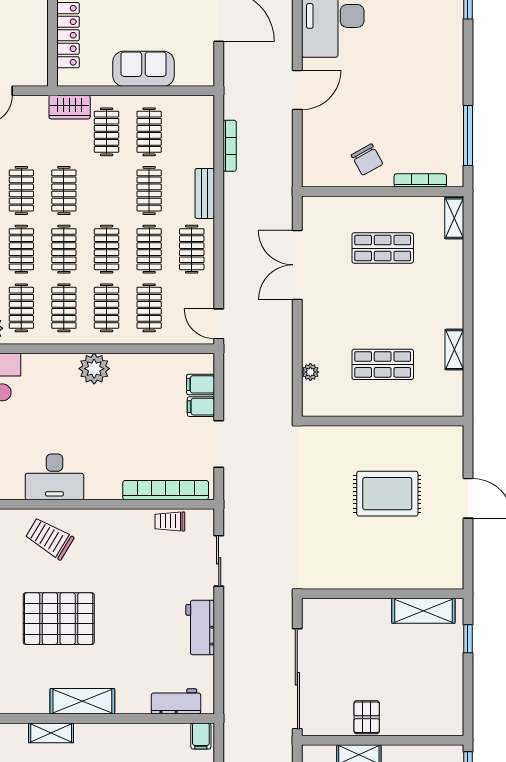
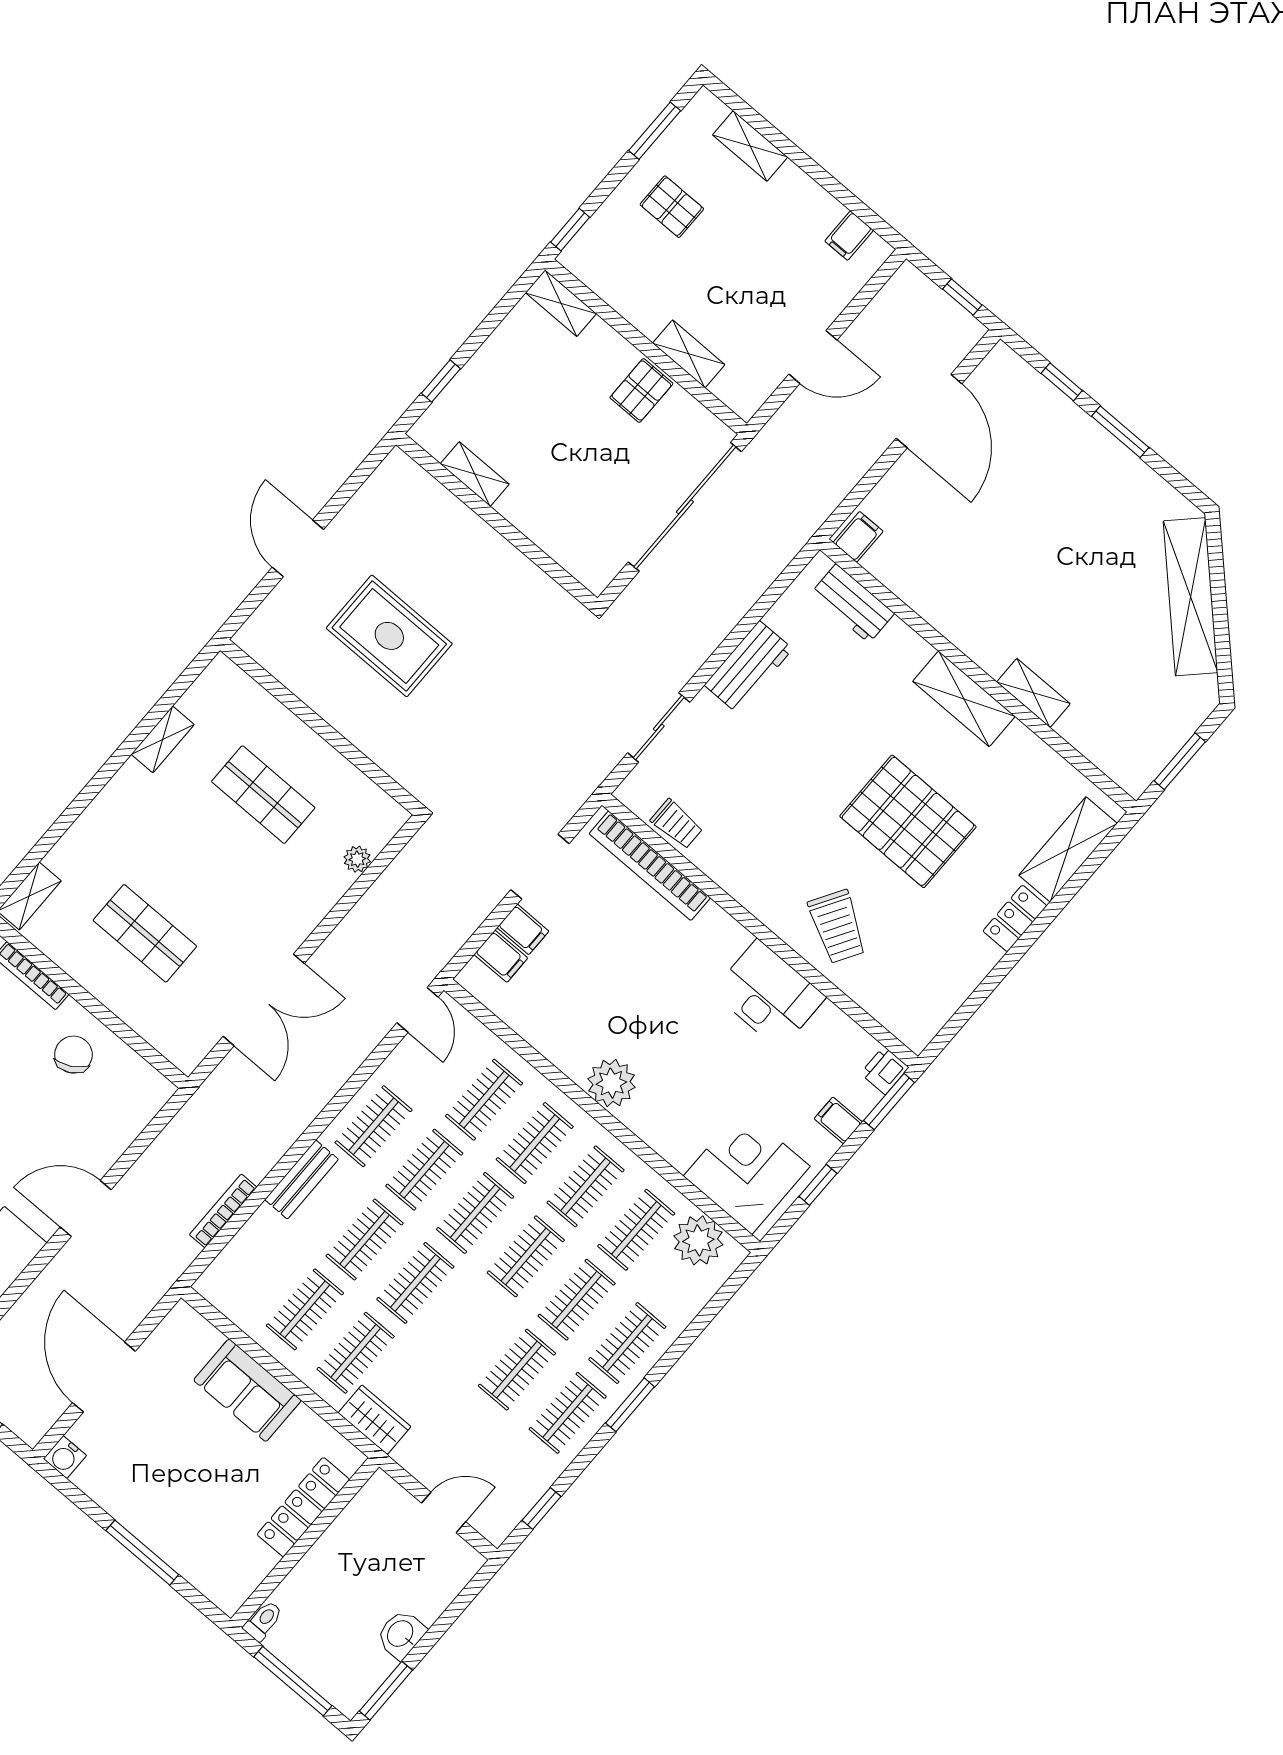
clothes rail: (64, 190) -> (415, 1283), moved
shelving: (423, 611) -> (475, 474), width x0.67, depth x0.75
shelving: (442, 726) -> (561, 303), added

